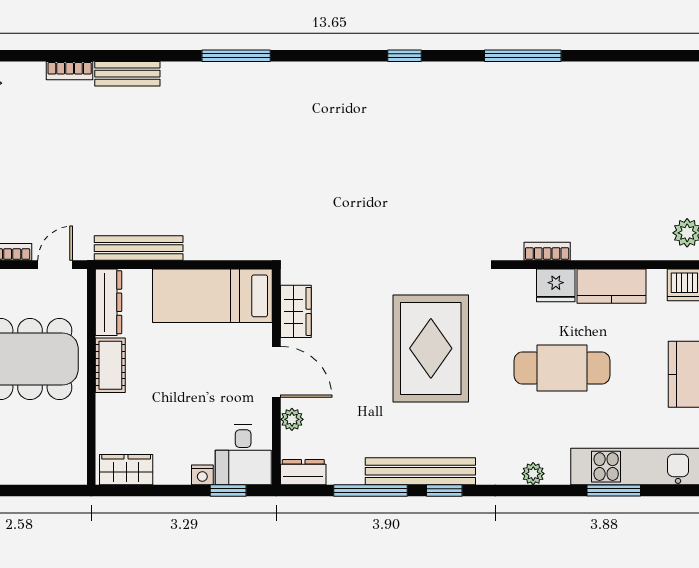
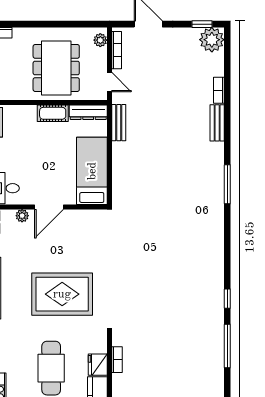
window: (404, 56) -> (227, 299), moved
bench: (139, 248) -> (119, 123), width x0.73
wardrobe: (296, 311) -> (83, 218), removed

